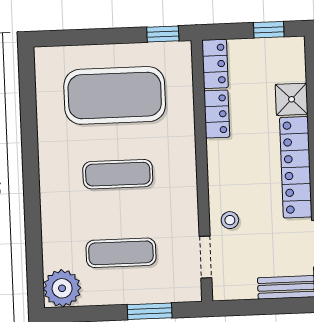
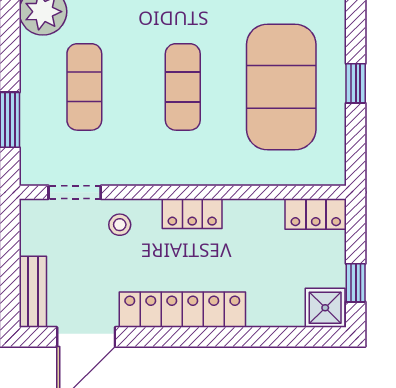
window: (163, 34) -> (356, 83), moved
shower: (292, 99) -> (325, 308), moved
locker: (217, 114) -> (192, 214), moved

